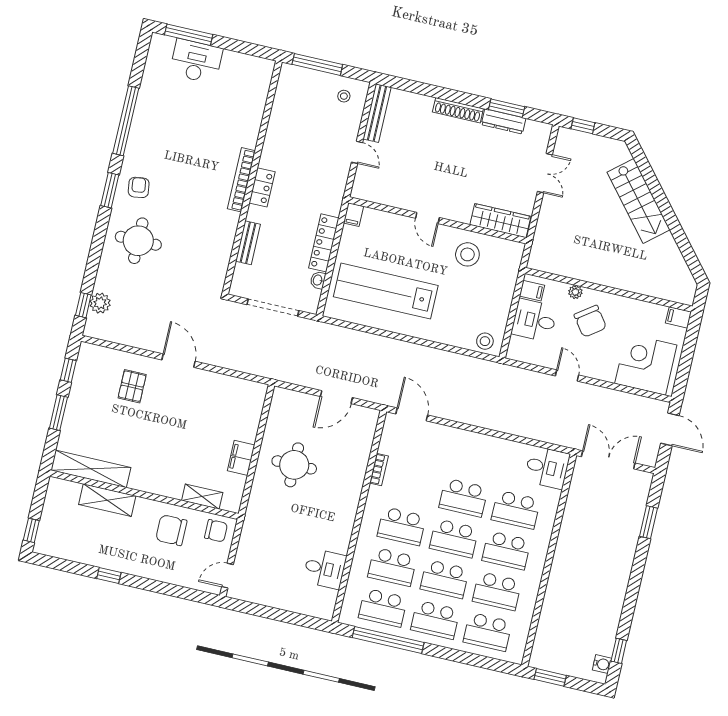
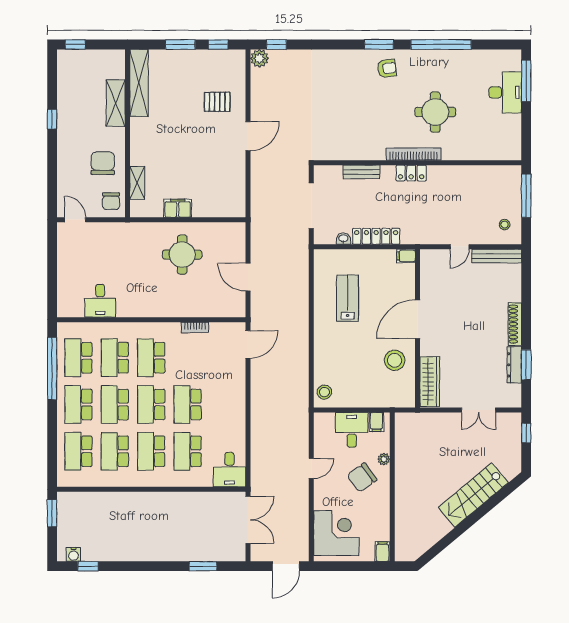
door: (427, 218) -> (418, 319), width x1.87
round table: (138, 241) -> (435, 112), moved
lab bench: (386, 291) -> (347, 298), width x0.54, depth x0.72
plant: (100, 303) -> (259, 58), moved

